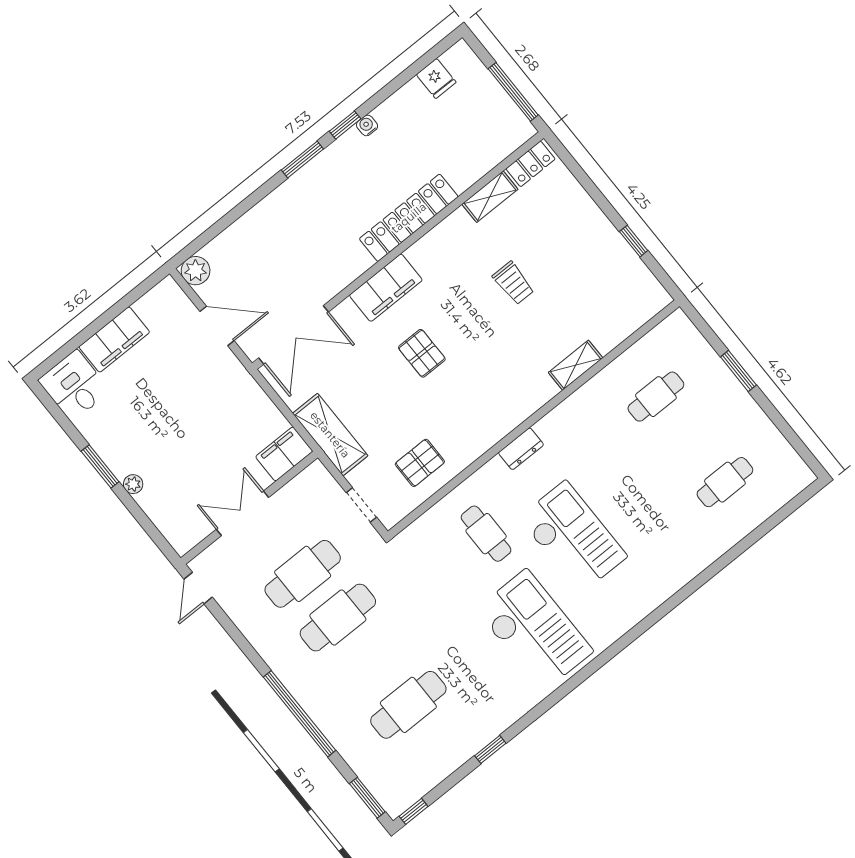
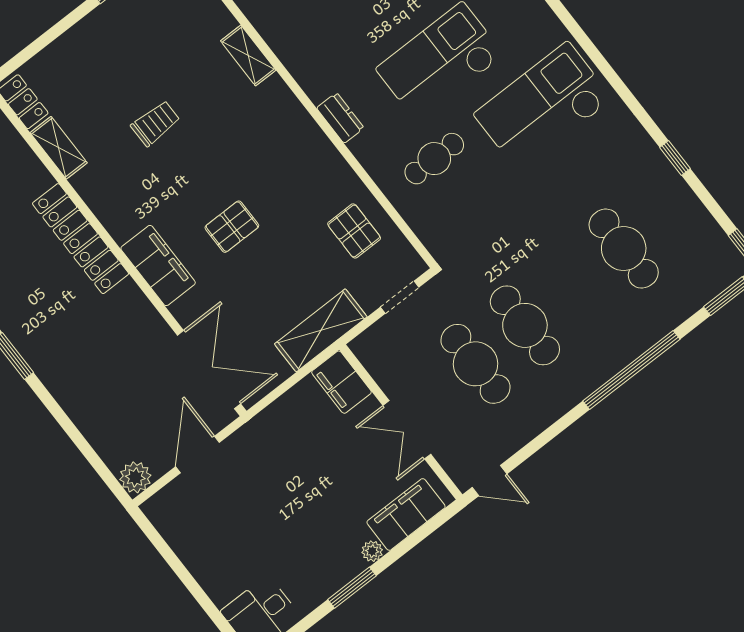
filing cabinet: (114, 340) -> (406, 514), moved, turned -90

